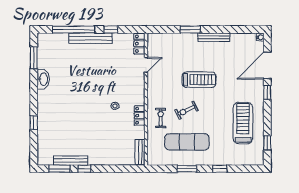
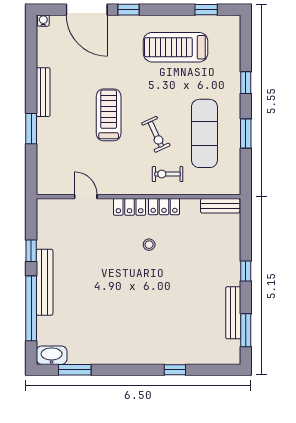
locker: (139, 44) -> (130, 207), moved
washbasin: (43, 79) -> (52, 355), moved
window: (84, 169) -> (246, 271), moved

